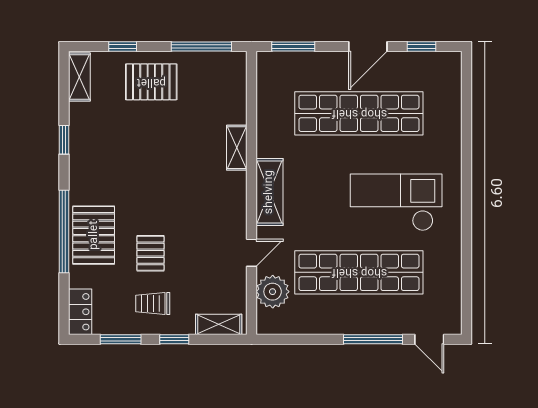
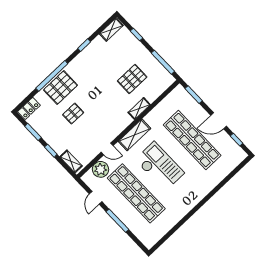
pallet: (151, 82) -> (132, 79), moved, turned 90
checkout: (396, 202) -> (160, 166), moved
trolley: (153, 304) -> (56, 131), removed
door: (429, 339) -> (96, 198), moved

